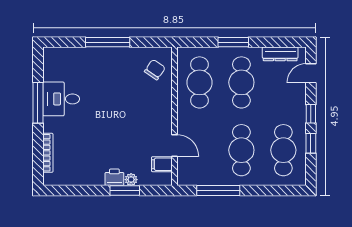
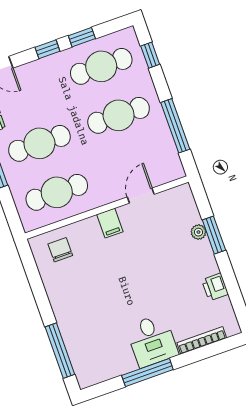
window: (108, 42) -> (60, 351), moved
chair: (155, 70) -> (60, 250), turned 56
desk: (61, 99) -> (152, 341), moved
filing cabinet: (162, 164) -> (110, 223), moved
printer: (114, 177) -> (215, 287), moved
window: (279, 190) -> (150, 55), added

